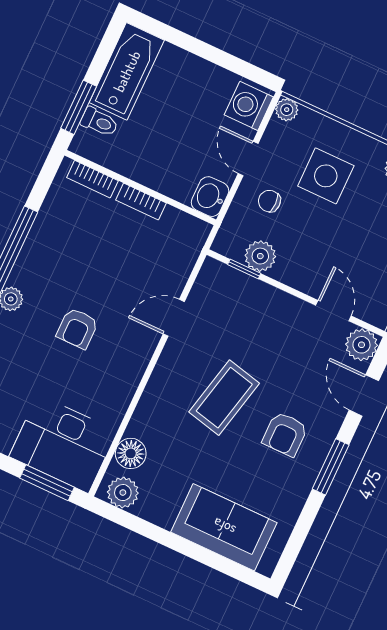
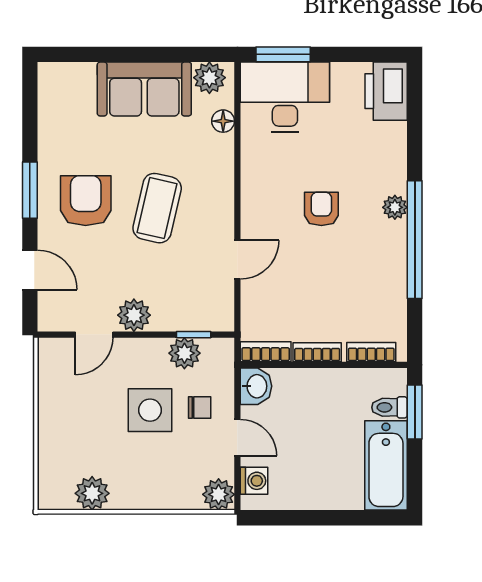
washing machine: (249, 106) -> (254, 481), width x0.73, depth x0.73
plant: (287, 110) -> (219, 494), width x1.38, depth x1.38
side table: (326, 176) -> (150, 410), moved
bookcase: (187, 224) -> (266, 352), added
door: (333, 311) -> (94, 335), hinge flipped
plant: (361, 345) -> (134, 315), moved
armchair: (285, 434) -> (86, 201), width x1.38, depth x1.38
floor lamp: (131, 453) -> (223, 121), width x0.73, depth x0.73
sofa: (224, 527) -> (144, 89), moved

